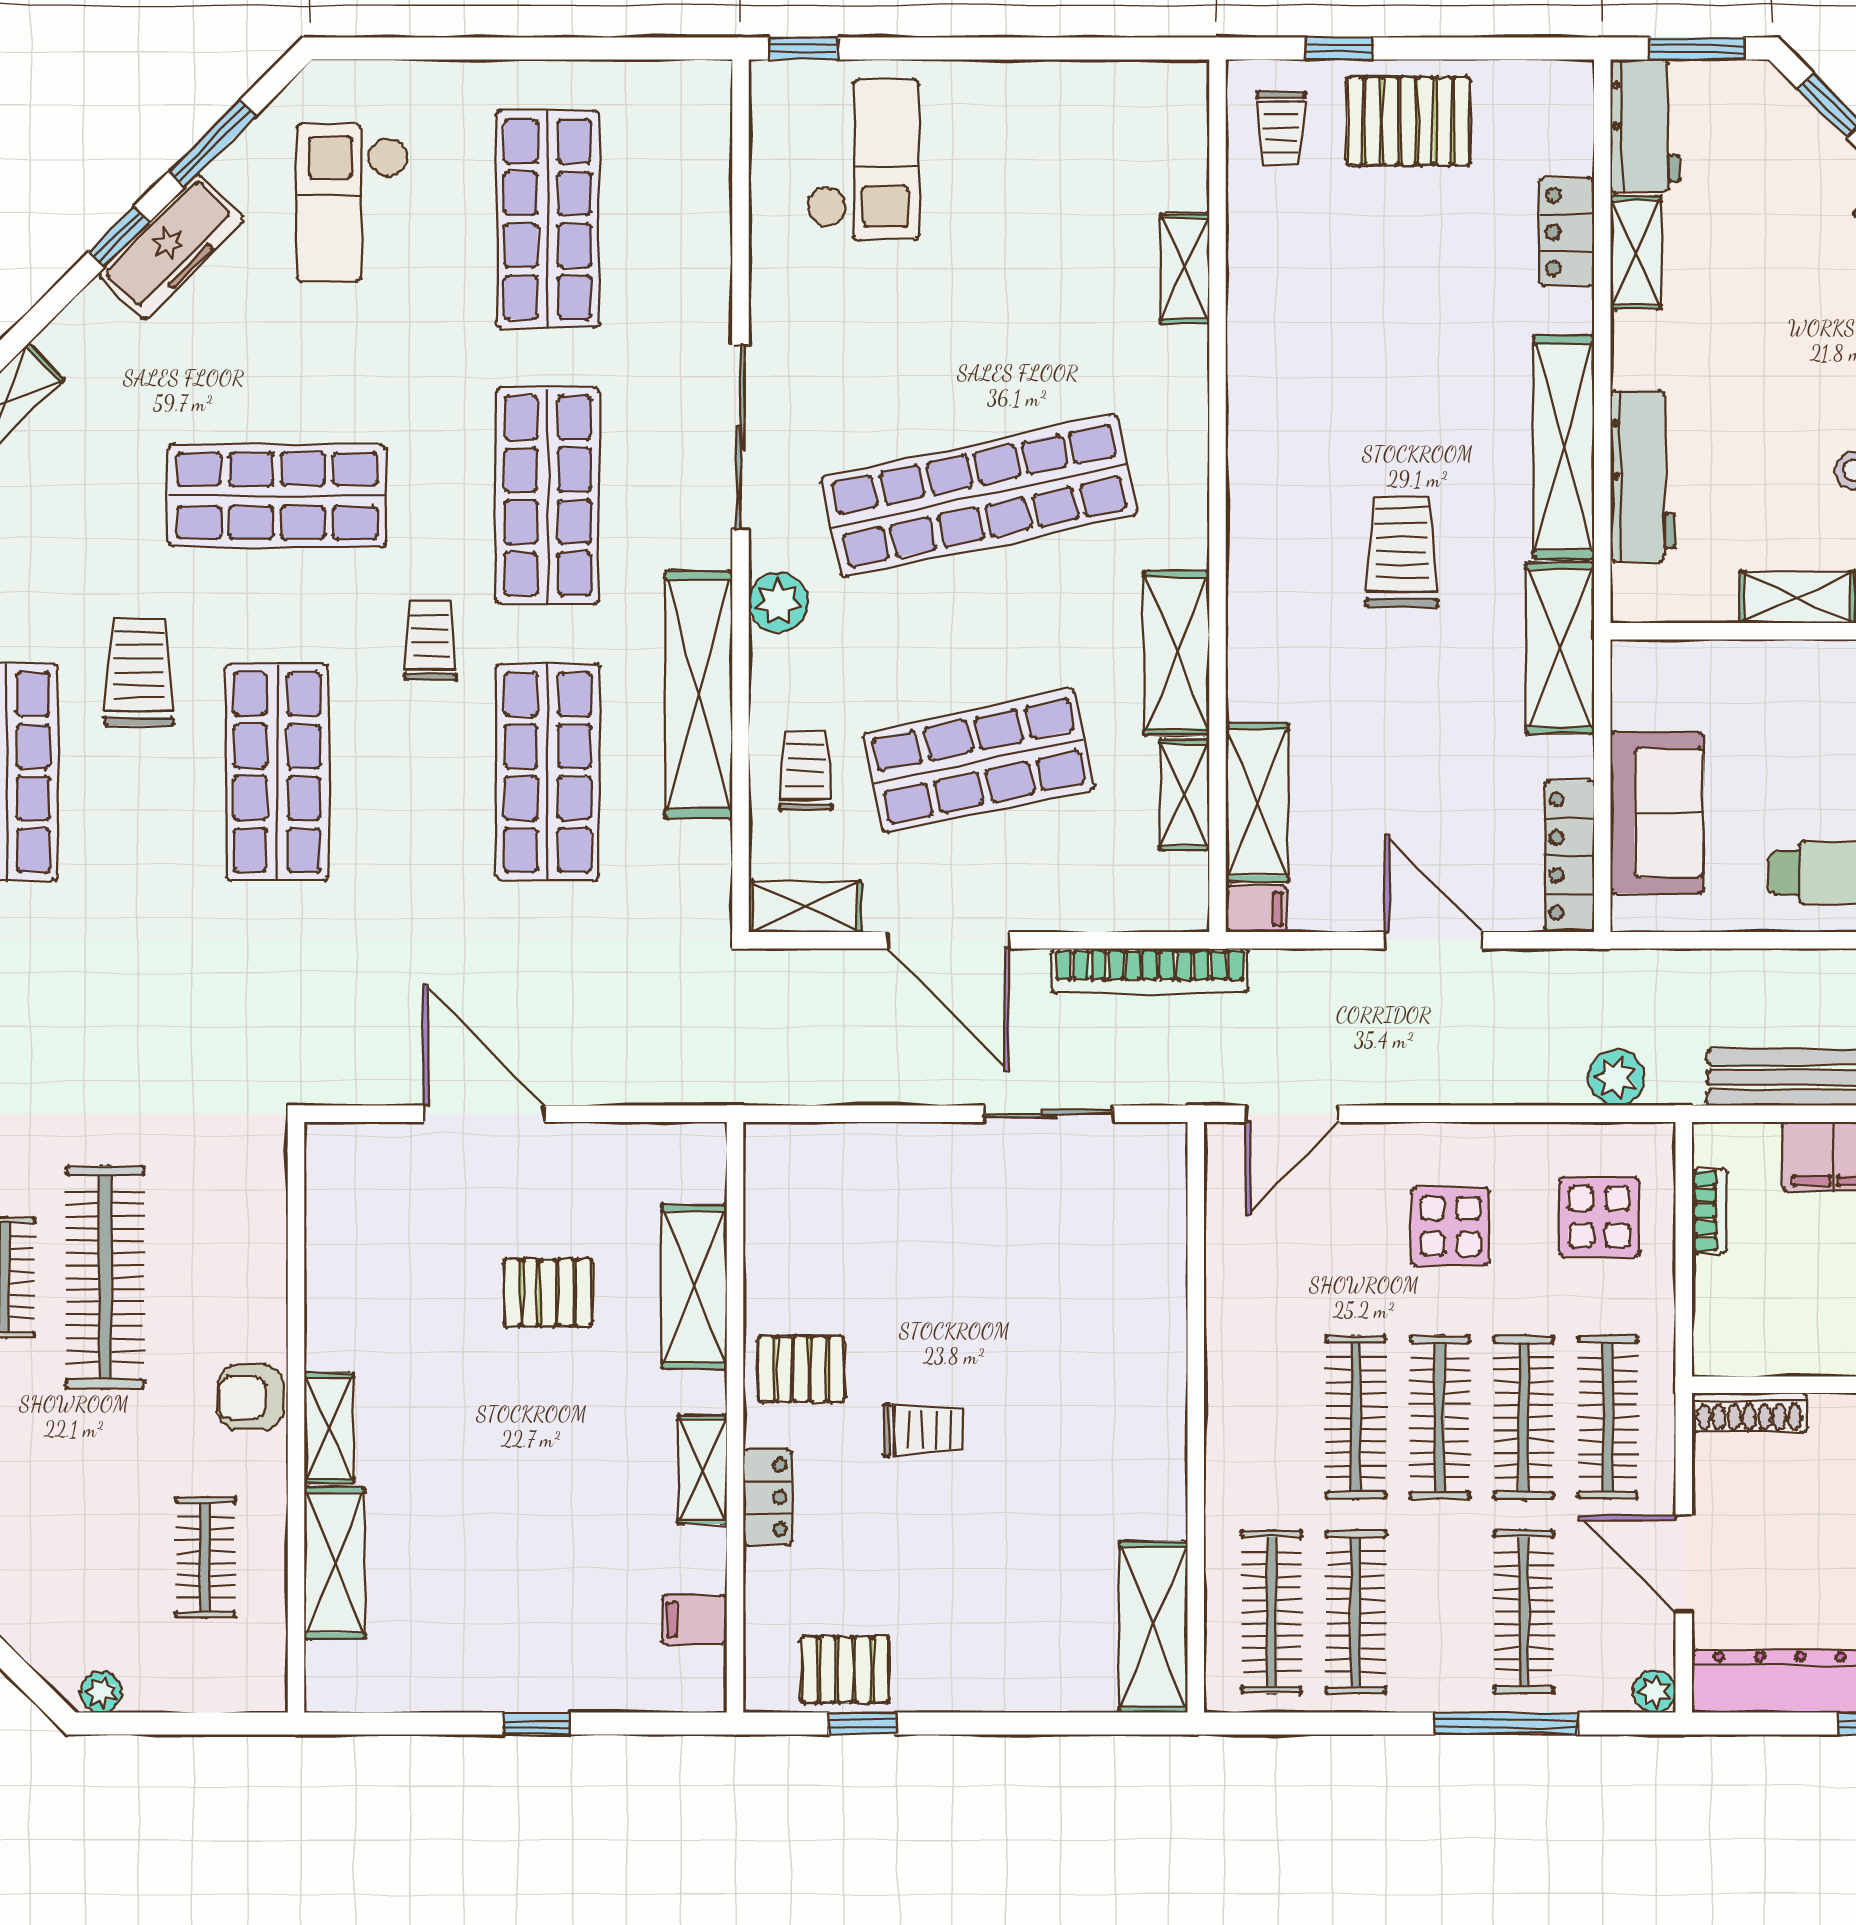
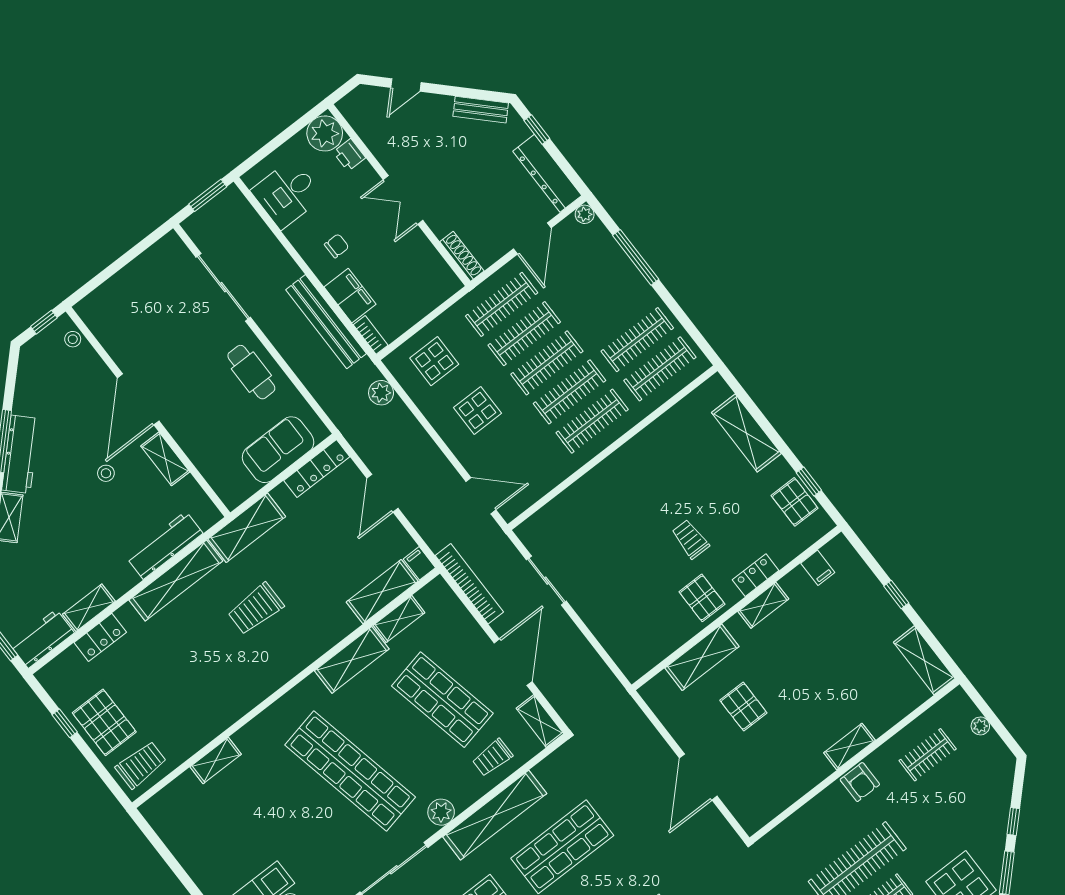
window: (1340, 49) -> (65, 723), moved
trolley: (1281, 128) -> (141, 765), width x1.36, depth x1.39
bookcase: (1709, 1211) -> (371, 335), moved, turned 90
shelving: (334, 1563) -> (924, 660), moved, turned 90
clothes rail: (1524, 1612) -> (592, 421), moved
shelving: (1153, 1627) -> (746, 433), moved, turned 90
plant: (101, 1692) -> (980, 726), moved

